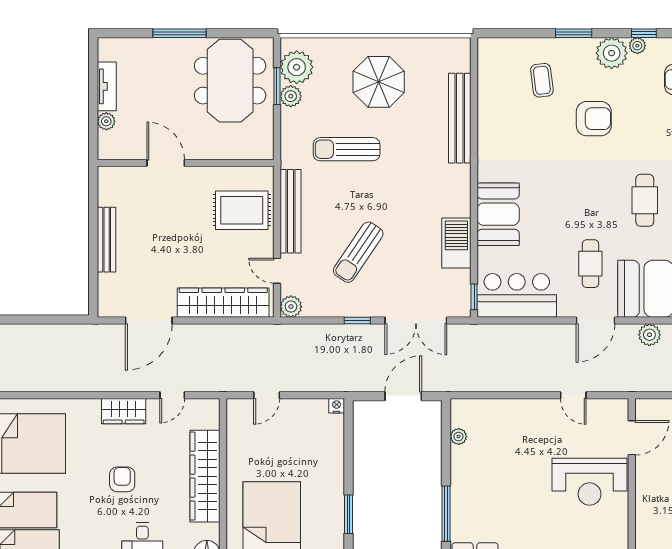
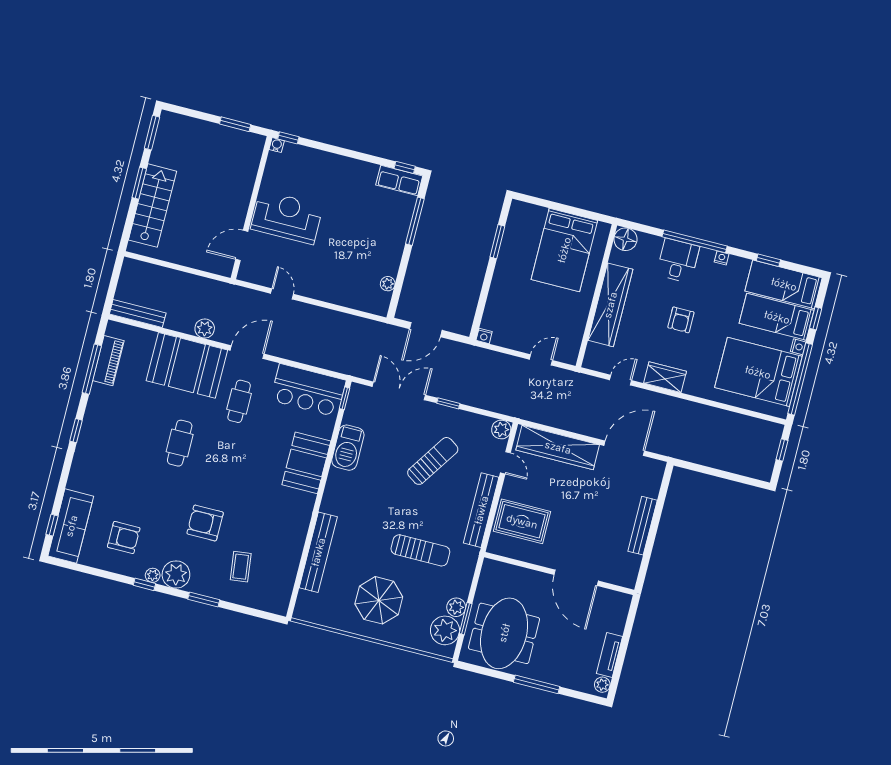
plant: (106, 121) -> (602, 685), moved
door: (166, 163) -> (576, 578), width x1.36

